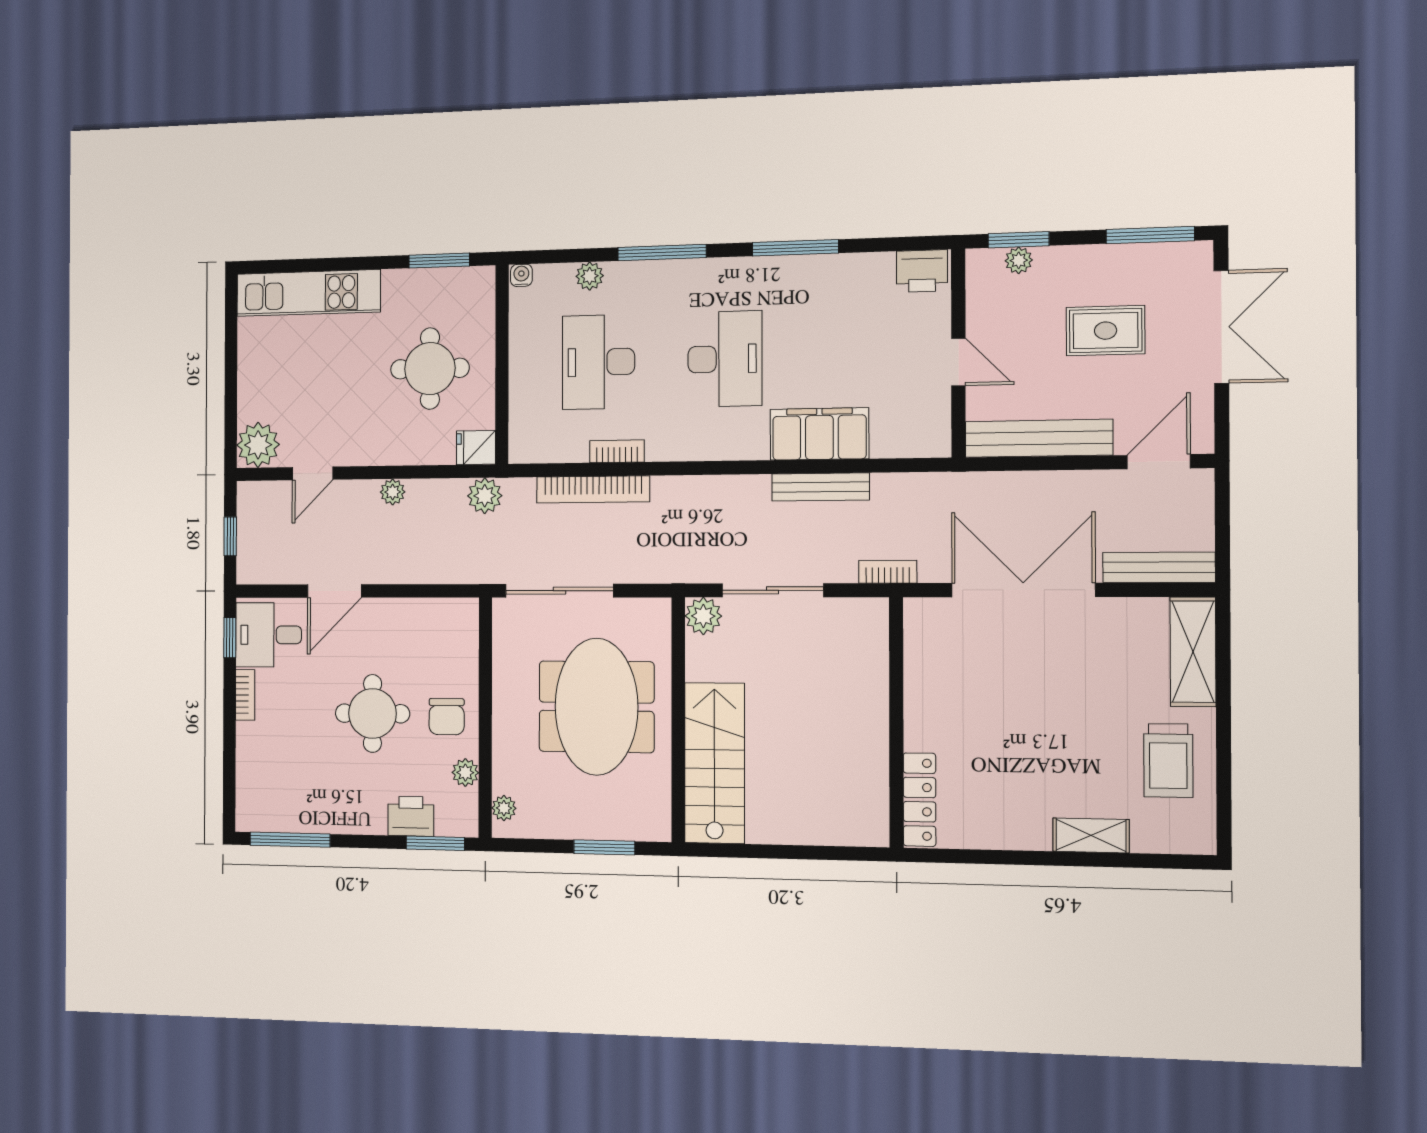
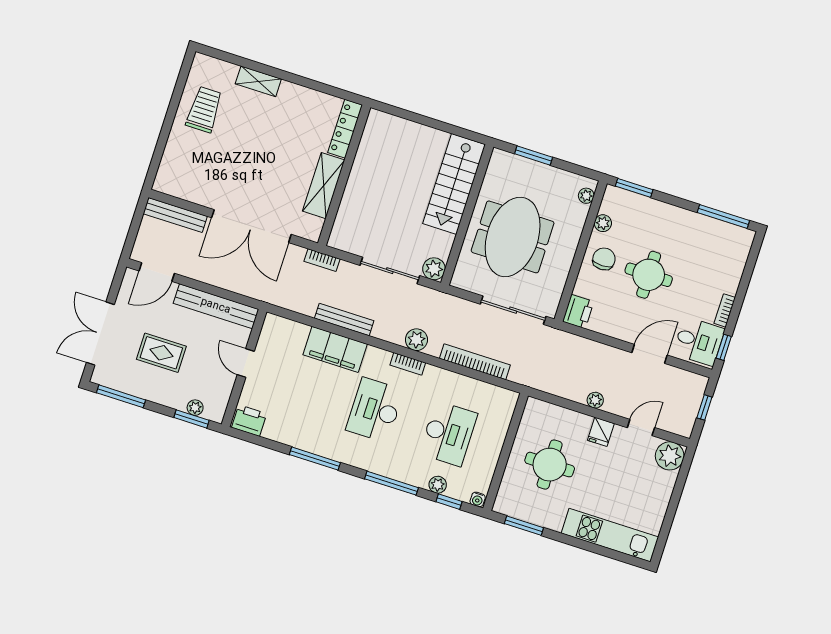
window: (564, 256) -> (449, 502), added
fridge: (476, 448) -> (601, 432), moved, turned 90
bookcase: (617, 451) -> (408, 364), moved
plant: (485, 496) -> (416, 340), moved
shelving: (1193, 652) -> (324, 186), moved
printer: (411, 816) -> (578, 312), moved, turned -90

